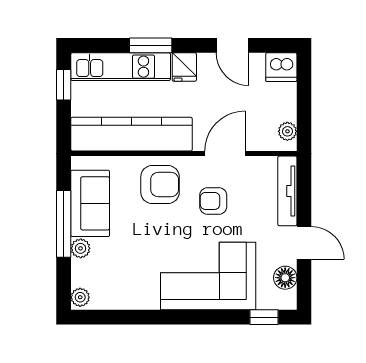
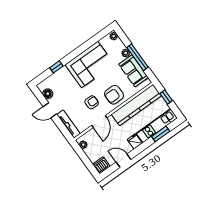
window: (151, 45) -> (161, 134), moved
window: (64, 85) -> (166, 97), moved
corner sofa: (208, 276) -> (90, 64), moved
window: (264, 317) -> (56, 67), moved

